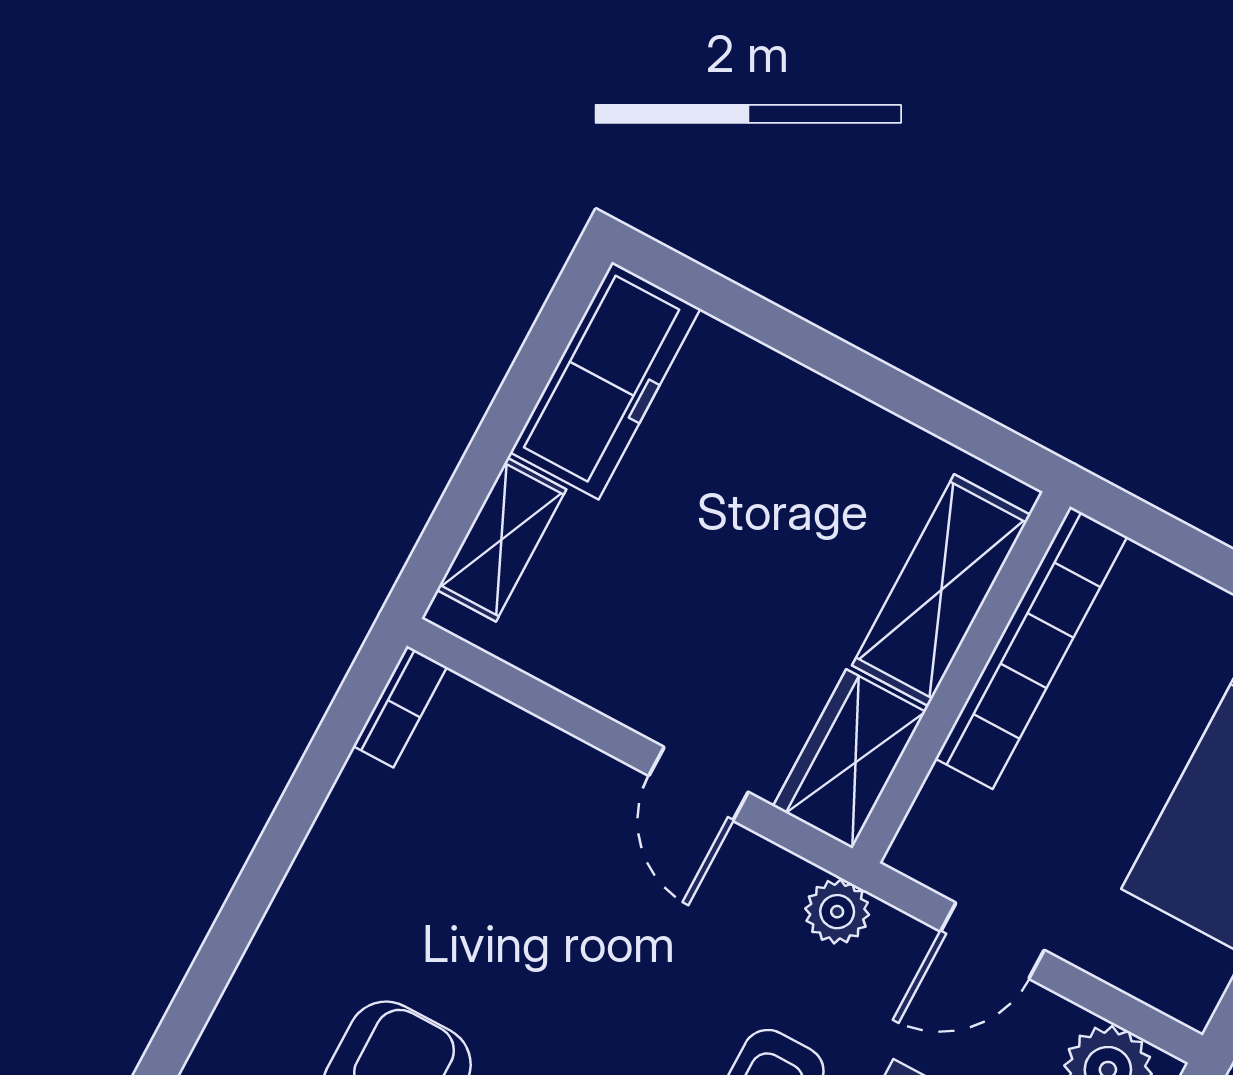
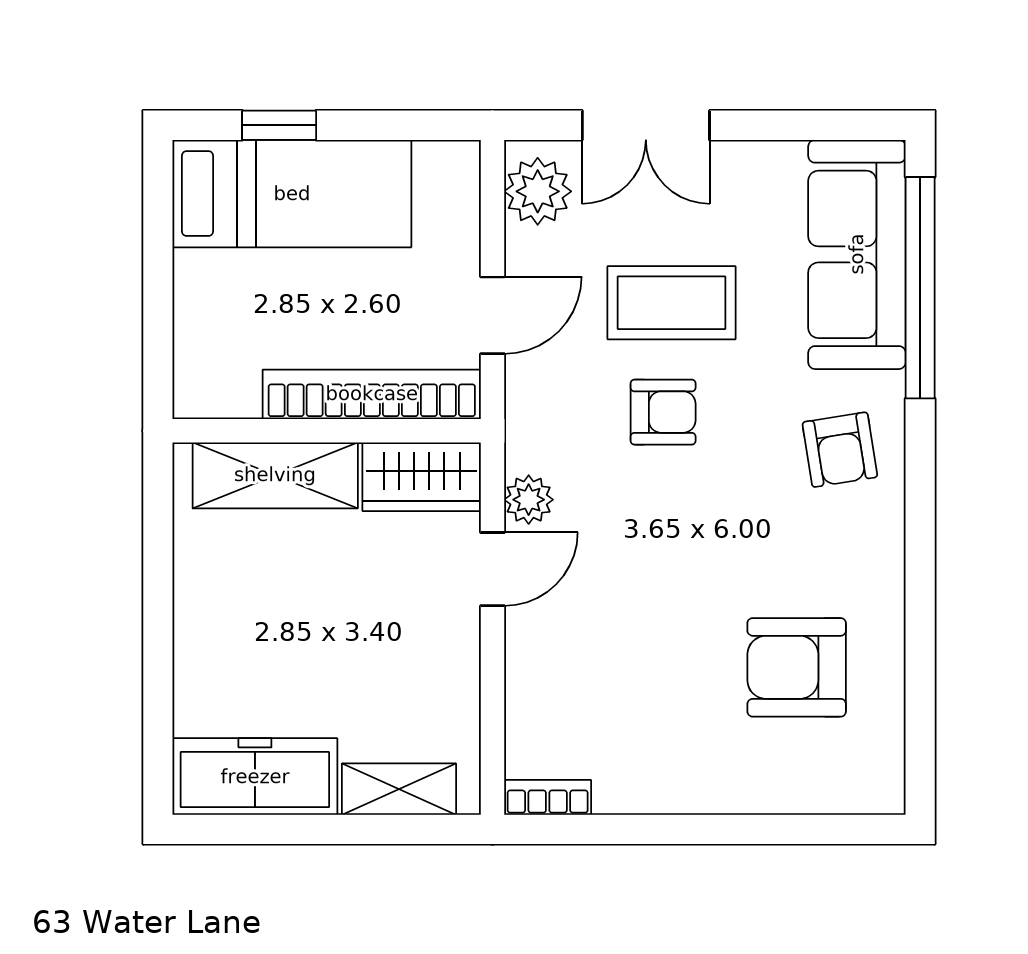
bookcase: (1031, 648) -> (372, 394), moved
plant: (837, 912) -> (529, 500), moved
door: (992, 941) -> (492, 315), hinge flipped

